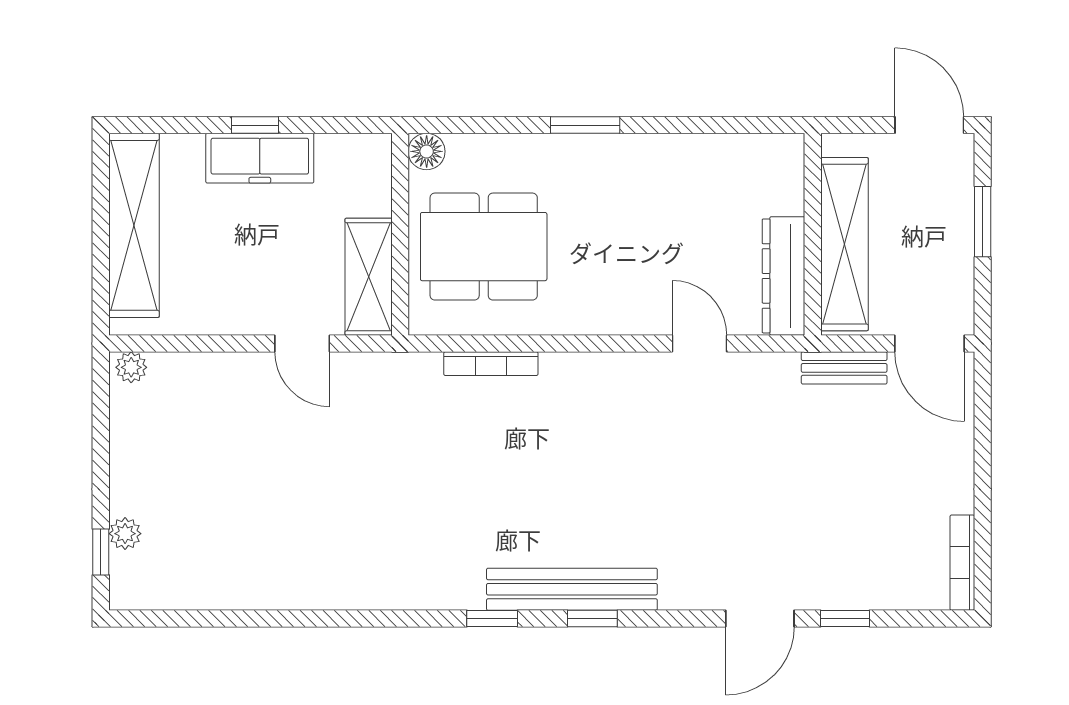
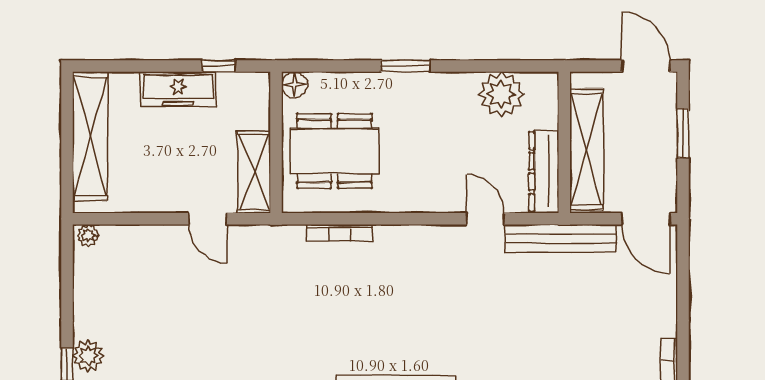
window: (255, 125) -> (218, 66), moved
plant: (722, 165) -> (501, 94), added
bench: (844, 368) -> (560, 238), width x1.86, depth x1.21
plant: (125, 534) -> (88, 356), width x1.38, depth x1.38

